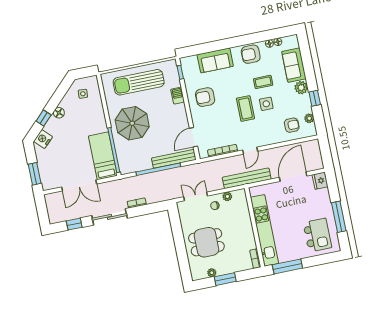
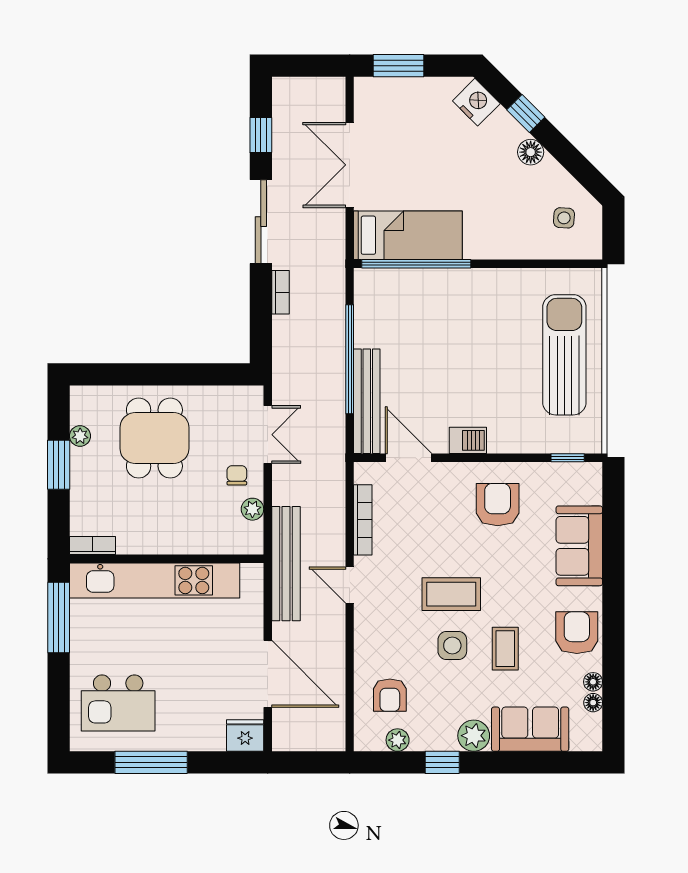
barbecue: (178, 96) -> (468, 440), moved
parasol: (132, 123) -> (471, 320), removed

